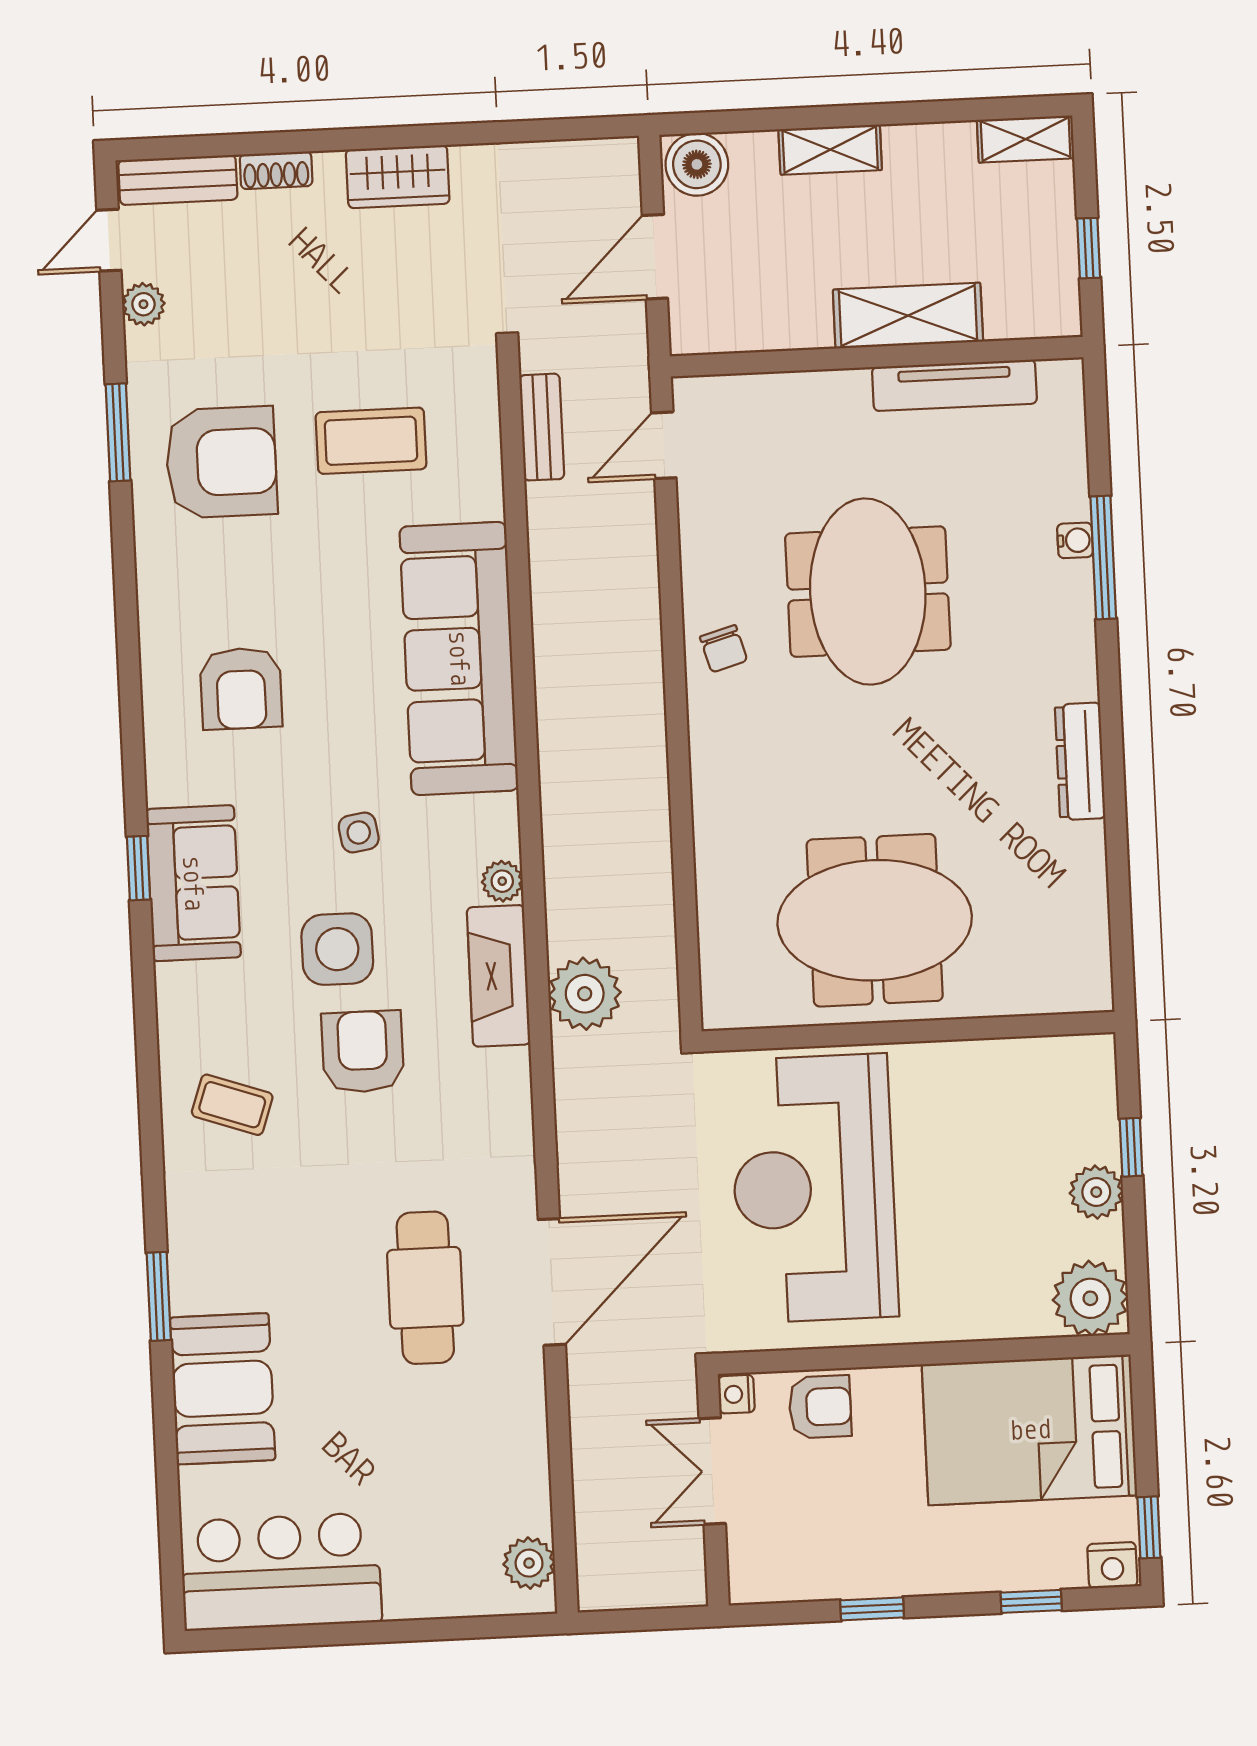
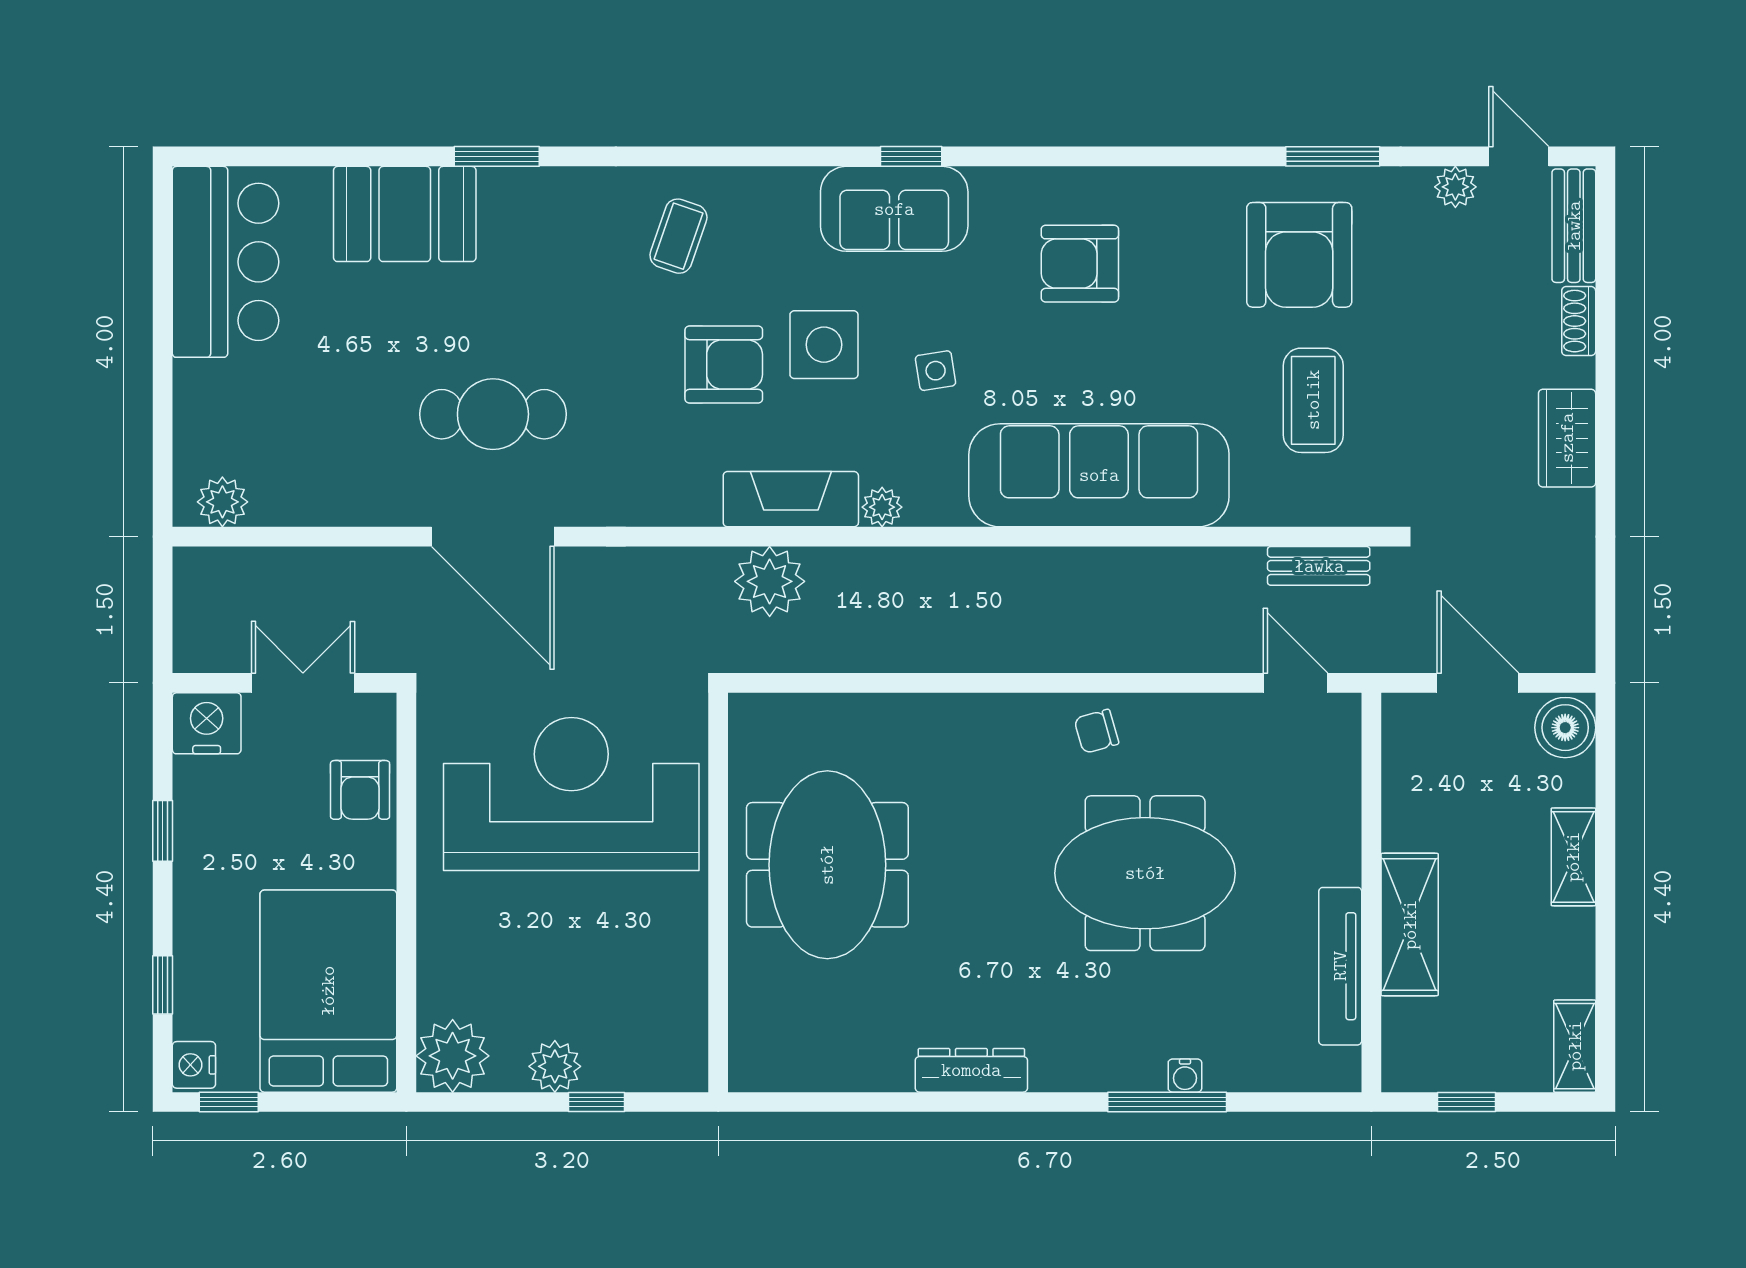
nightstand: (736, 1394) -> (207, 723), moved, width x1.89, depth x1.79

